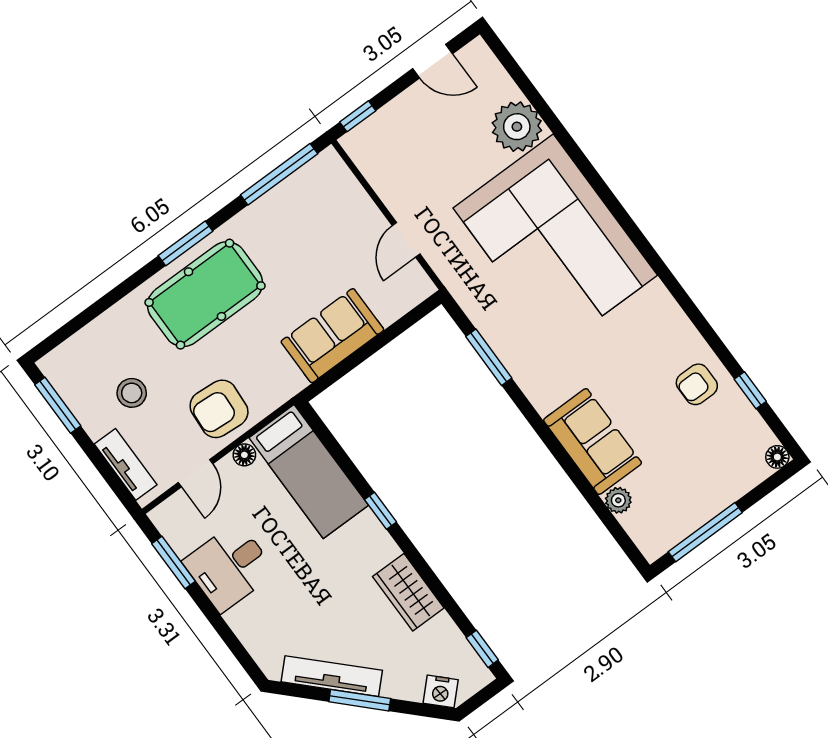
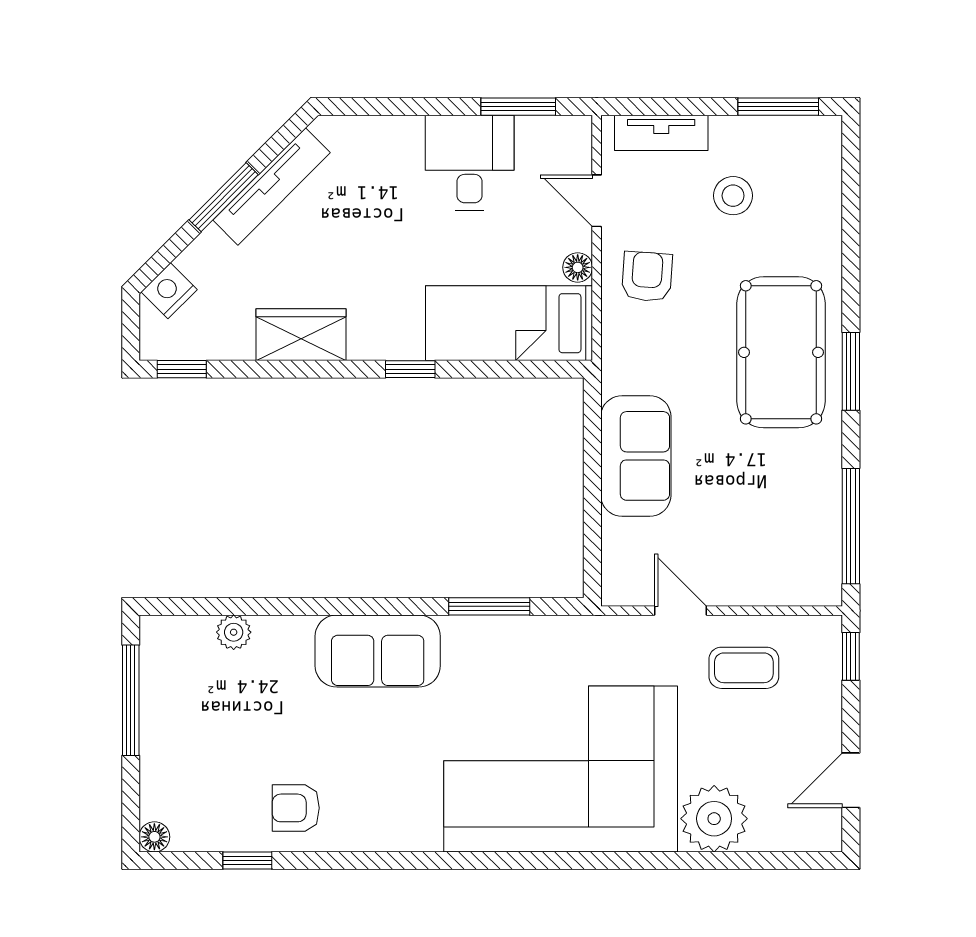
coffee table: (412, 176) -> (744, 668), added
armchair: (697, 384) -> (296, 808), turned -90
armchair: (219, 409) -> (647, 277), width x0.72, depth x0.72
sofa: (593, 442) -> (378, 651), moved

